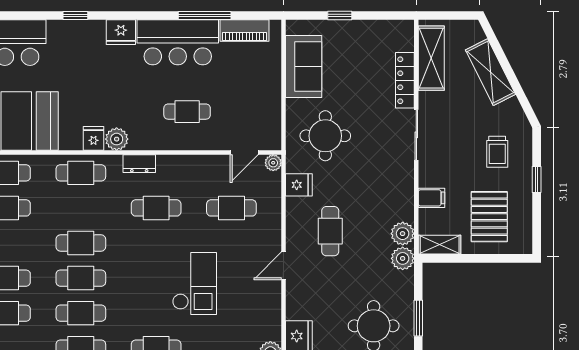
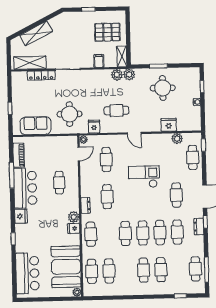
trolley: (497, 152) -> (75, 29), removed
door: (244, 153) -> (79, 154), hinge flipped

